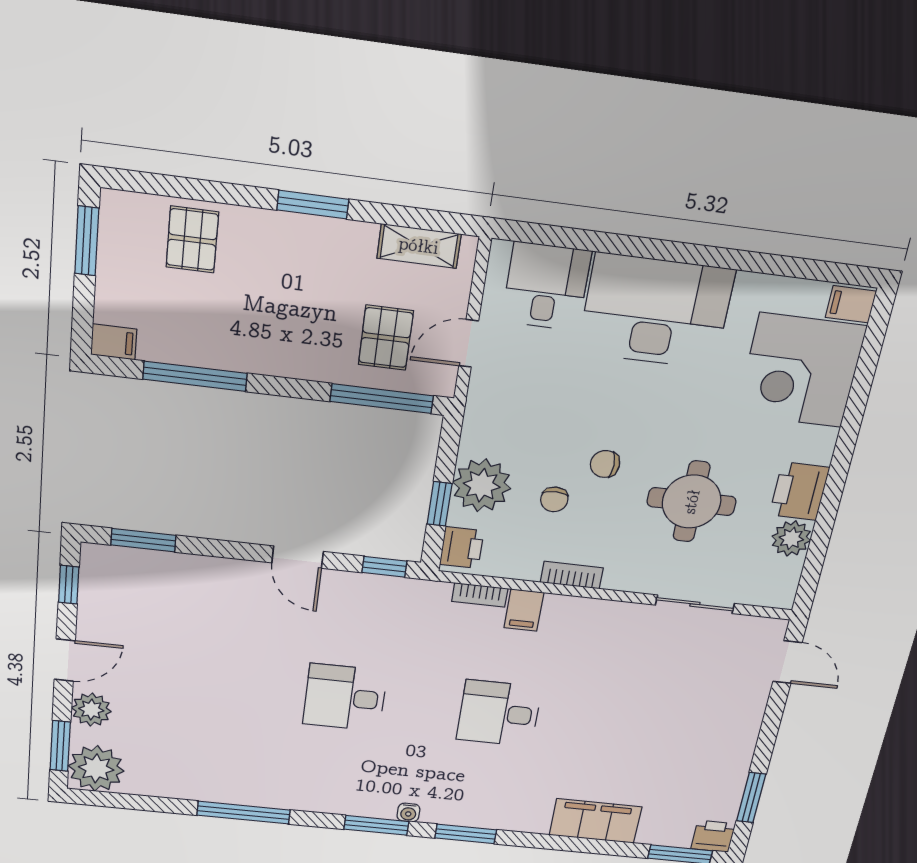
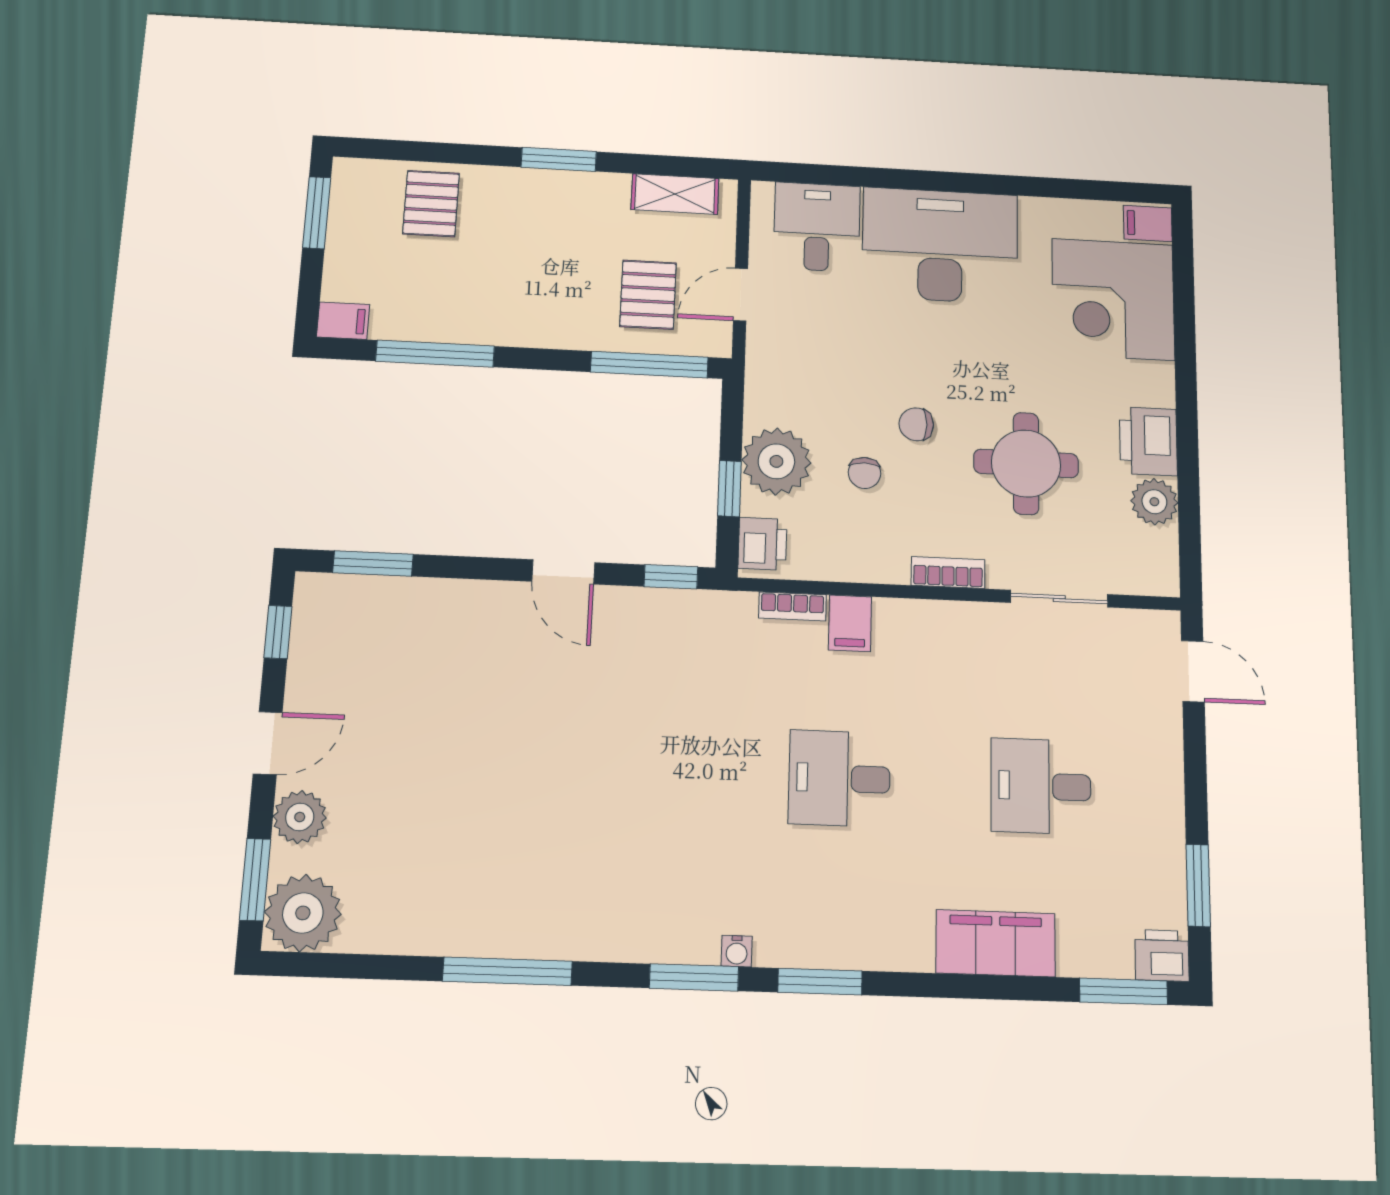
bookcase: (572, 575) -> (948, 572), moved
desk: (345, 697) -> (1041, 786), moved

